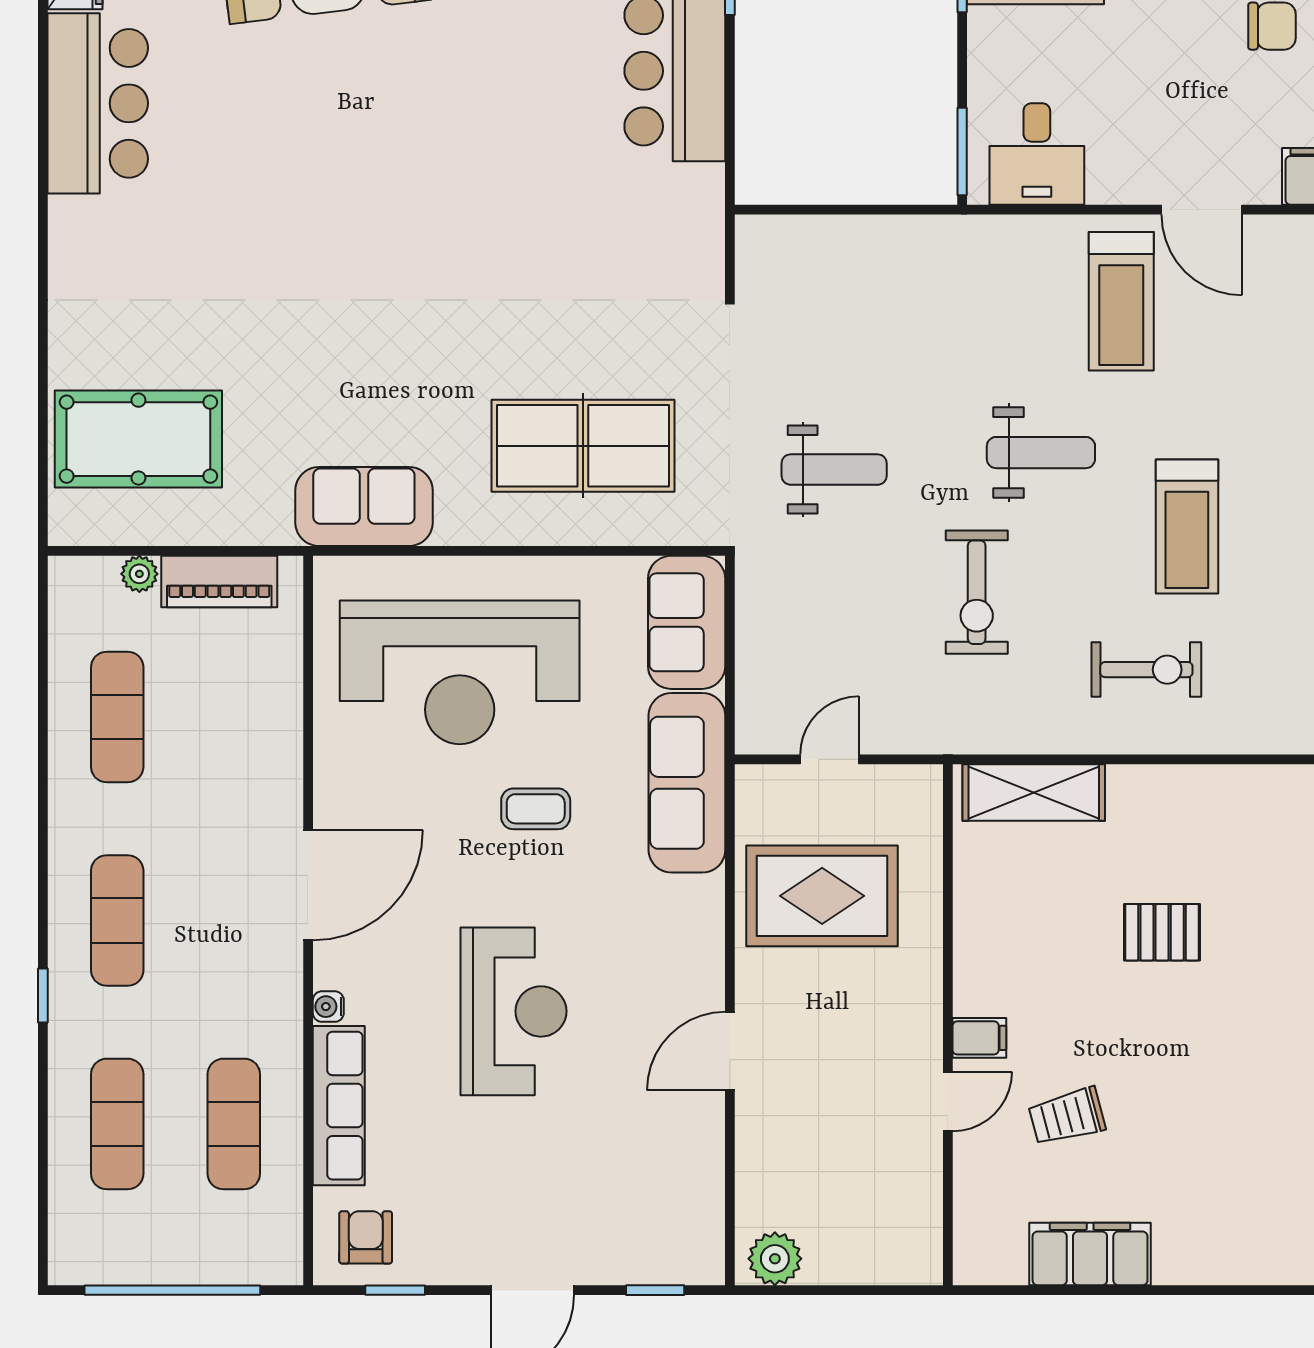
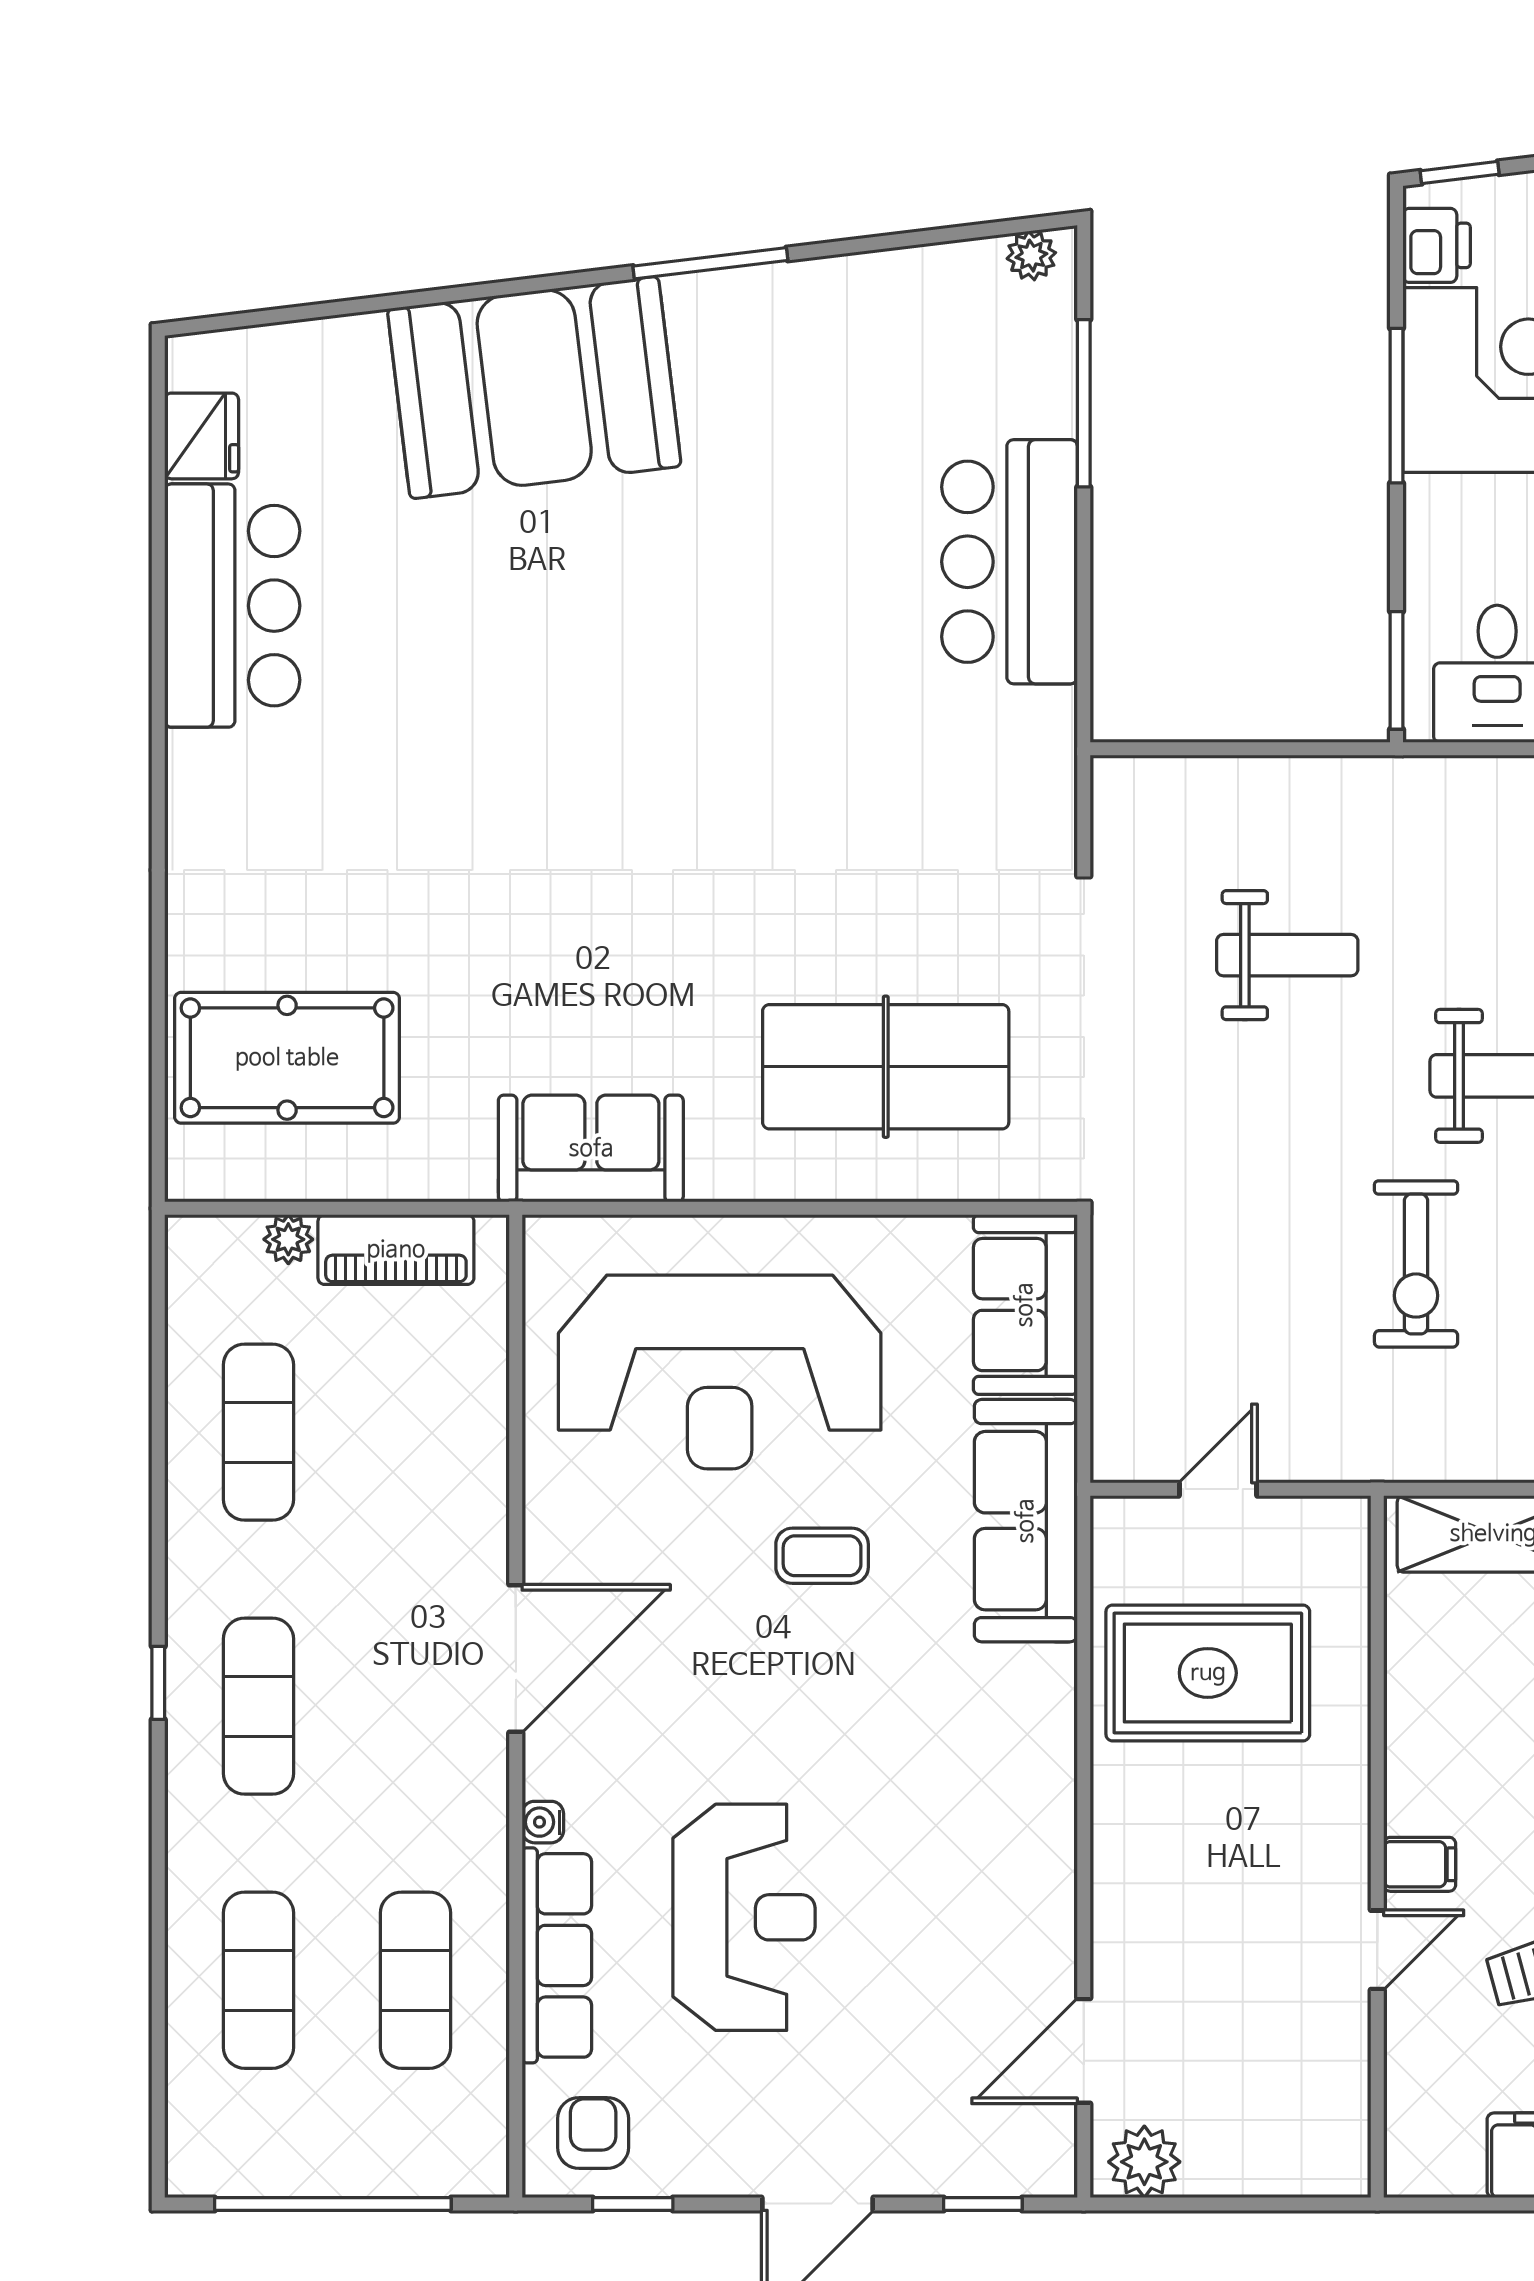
weight bench: (834, 470) -> (1287, 955), moved
window: (43, 996) -> (158, 1683), moved
reception desk: (514, 1011) -> (744, 1917), moved
door: (730, 1051) -> (1084, 2051), moved

